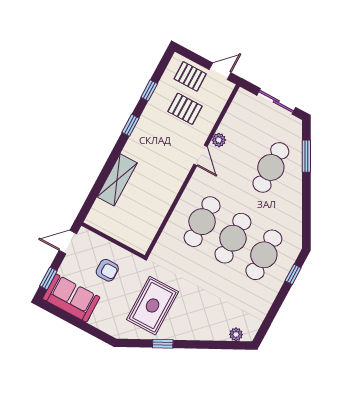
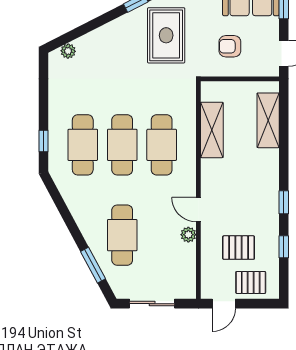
shelving: (117, 180) -> (268, 120), moved
shelving: (156, 212) -> (212, 130), added

